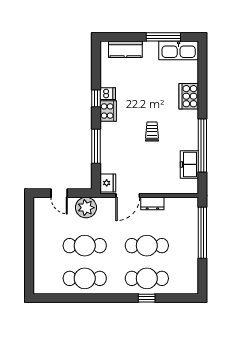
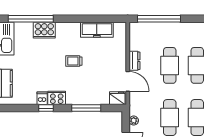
window: (202, 146) -> (31, 19), moved
freezer: (189, 164) -> (97, 30), width x1.40
plant: (86, 208) -> (134, 121), width x0.53, depth x0.53

